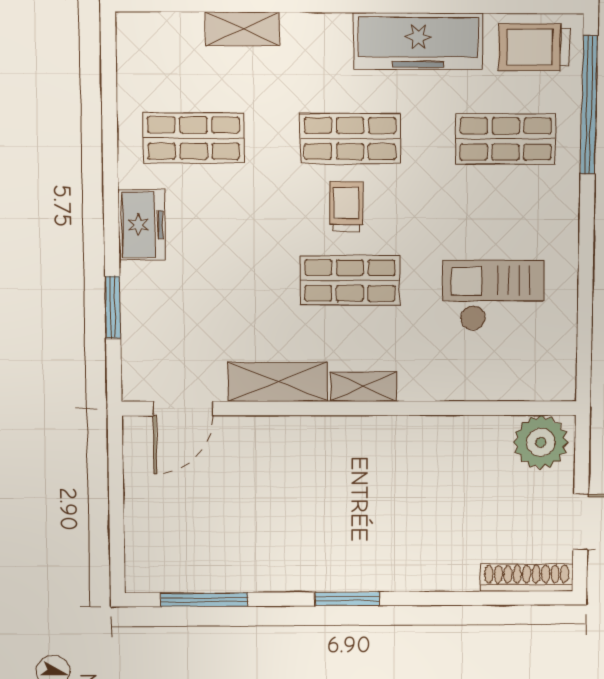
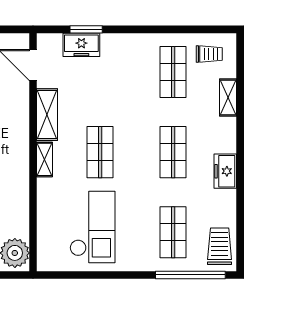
freezer: (418, 41) -> (225, 171), width x0.52, depth x0.79
trolley: (346, 207) -> (209, 54), moved
freezer: (142, 225) -> (81, 45), moved
checkout: (493, 295) -> (92, 227), width x1.36, depth x1.21

